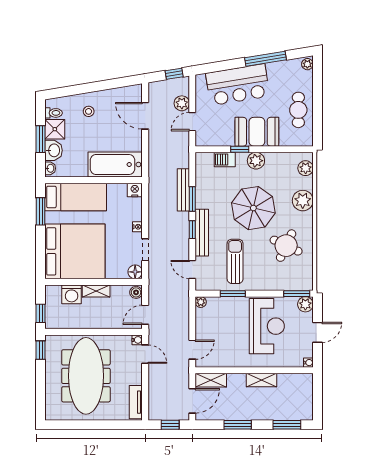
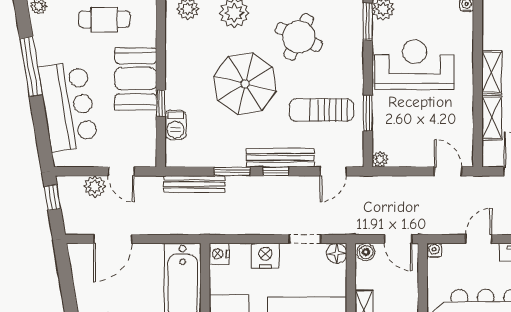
plant: (256, 161) -> (177, 80), removed
bench: (183, 190) -> (194, 184), moved
nightstand: (137, 227) -> (265, 256), width x1.89, depth x1.79
door: (145, 354) -> (479, 239), moved
shelving: (211, 380) -> (492, 118), moved

